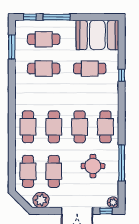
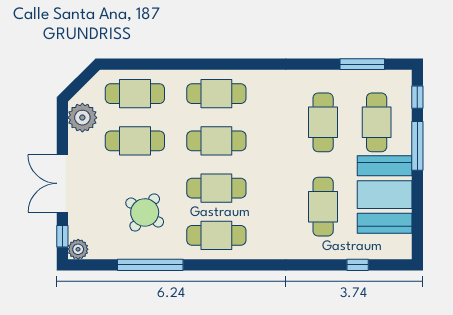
booth: (97, 35) -> (385, 195), moved
window: (122, 75) -> (358, 265), moved
round table: (93, 166) -> (145, 212), turned 35

